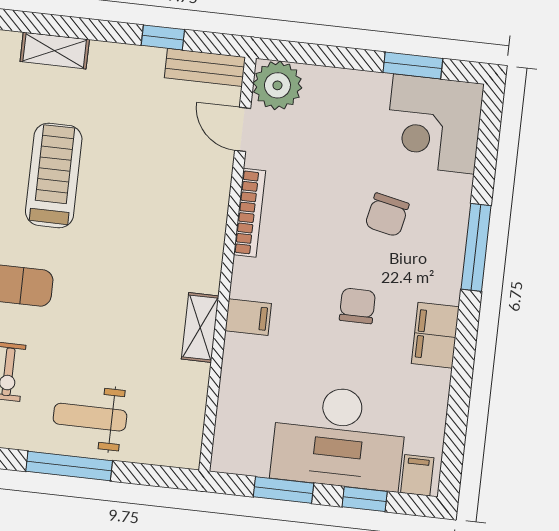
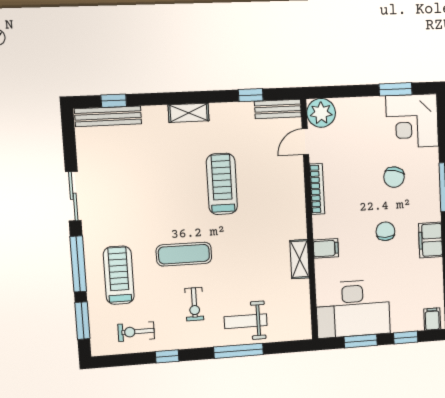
door: (243, 129) -> (305, 142), hinge flipped
treadmill: (54, 175) -> (222, 184), moved
desk: (339, 437) -> (353, 309), moved

